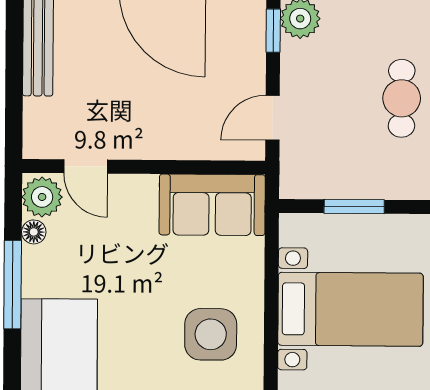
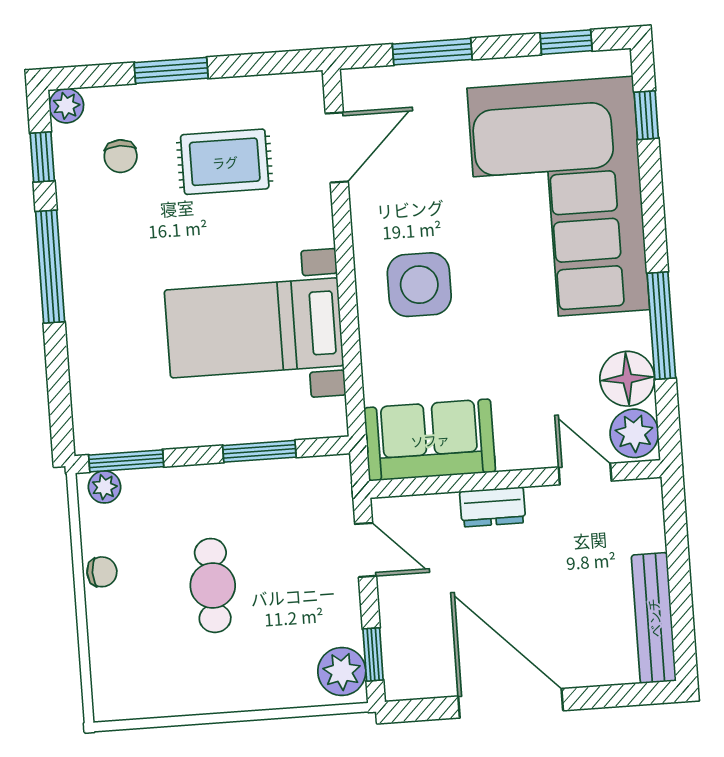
door: (273, 118) -> (366, 550), hinge flipped
dresser: (164, 145) -> (493, 507), added
floor lamp: (34, 232) -> (627, 379), width x1.89, depth x1.89

